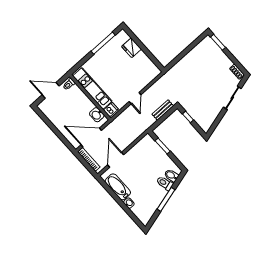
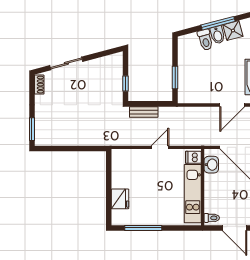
bidet: (171, 175) -> (218, 35), moved
shower: (154, 203) -> (233, 31), added

